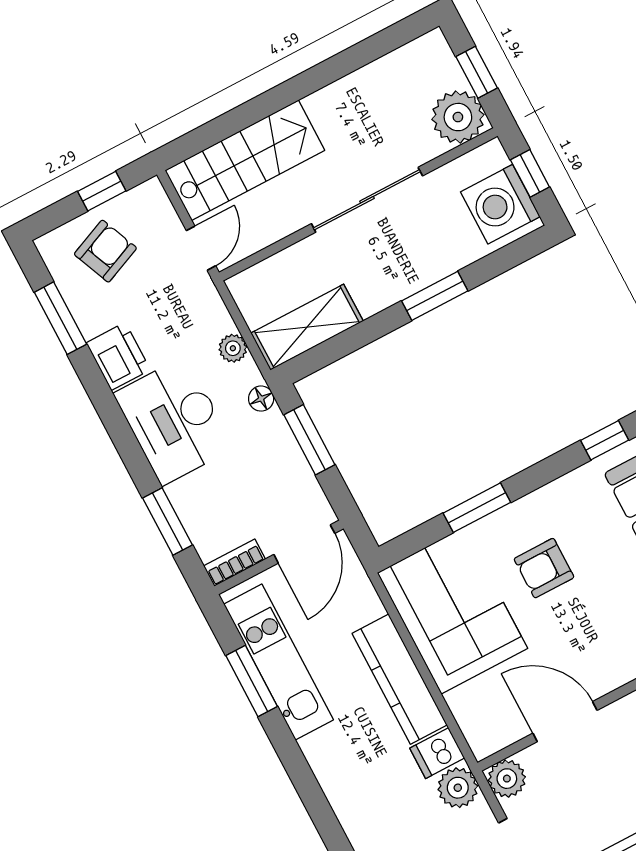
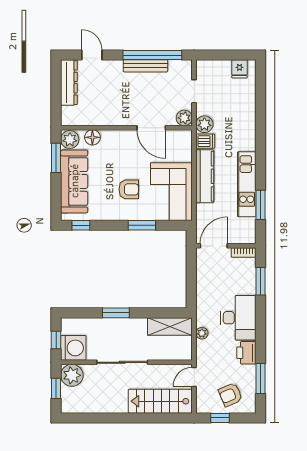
washing machine: (500, 204) -> (73, 348), moved
floor lamp: (261, 399) -> (201, 309), removed
window: (309, 440) -> (191, 284), removed
kitchen unit: (279, 662) -> (247, 184), moved

